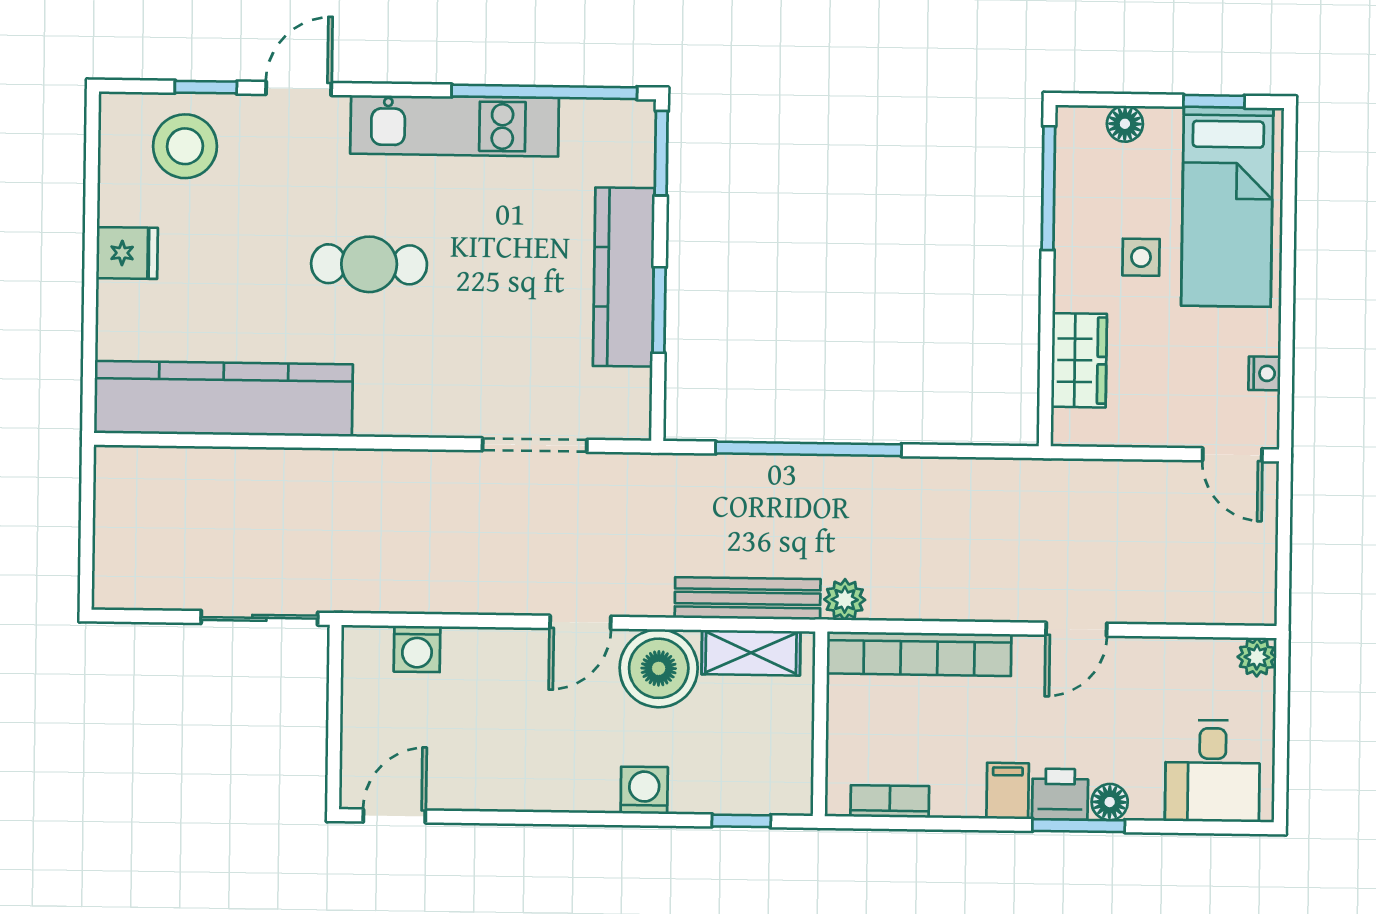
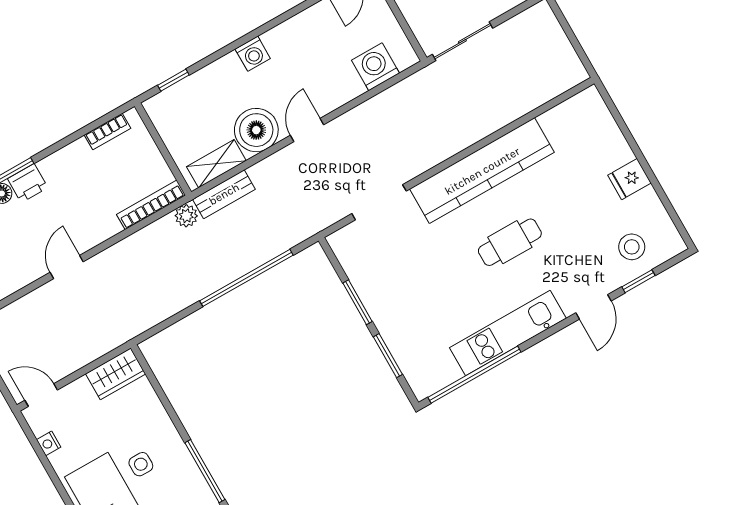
stool: (185, 146) -> (632, 247), width x0.73, depth x0.73
window: (661, 153) -> (388, 356), moved
kitchen counter: (624, 277) -> (384, 308), removed
wardrobe: (1079, 360) -> (116, 374), moved, turned -90
kitchen counter: (223, 399) -> (482, 171), moved
bench: (748, 598) -> (224, 194), width x0.73
washing machine: (417, 649) -> (376, 67), width x1.38, depth x1.38
bookcase: (919, 654) -> (151, 205), width x0.68, depth x0.76
washing machine: (644, 790) -> (253, 54), moved
filing cabinet: (1008, 791) -> (54, 170), removed

